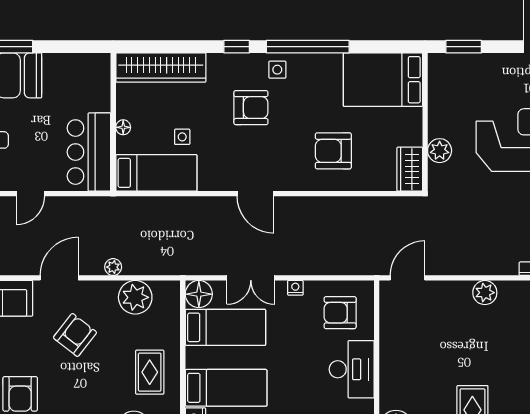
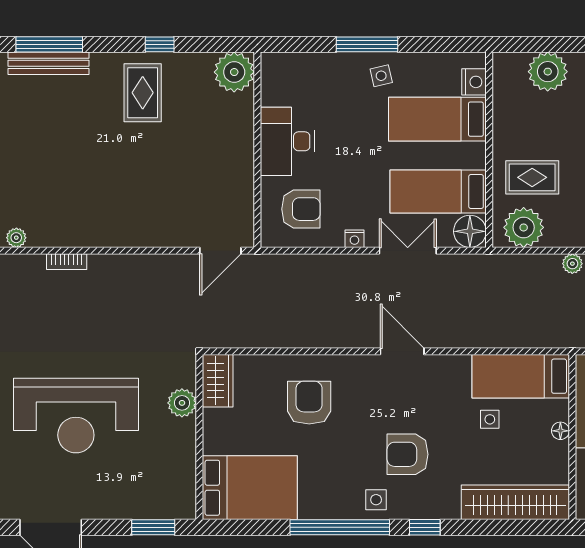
armchair: (333, 151) -> (309, 403), turned -90
plant: (485, 293) -> (128, 233), removed
plant: (135, 297) -> (524, 227), moved
rug: (150, 372) -> (532, 177), moved, turned 90

